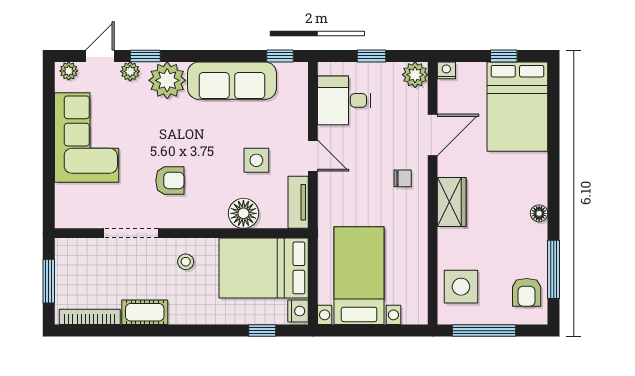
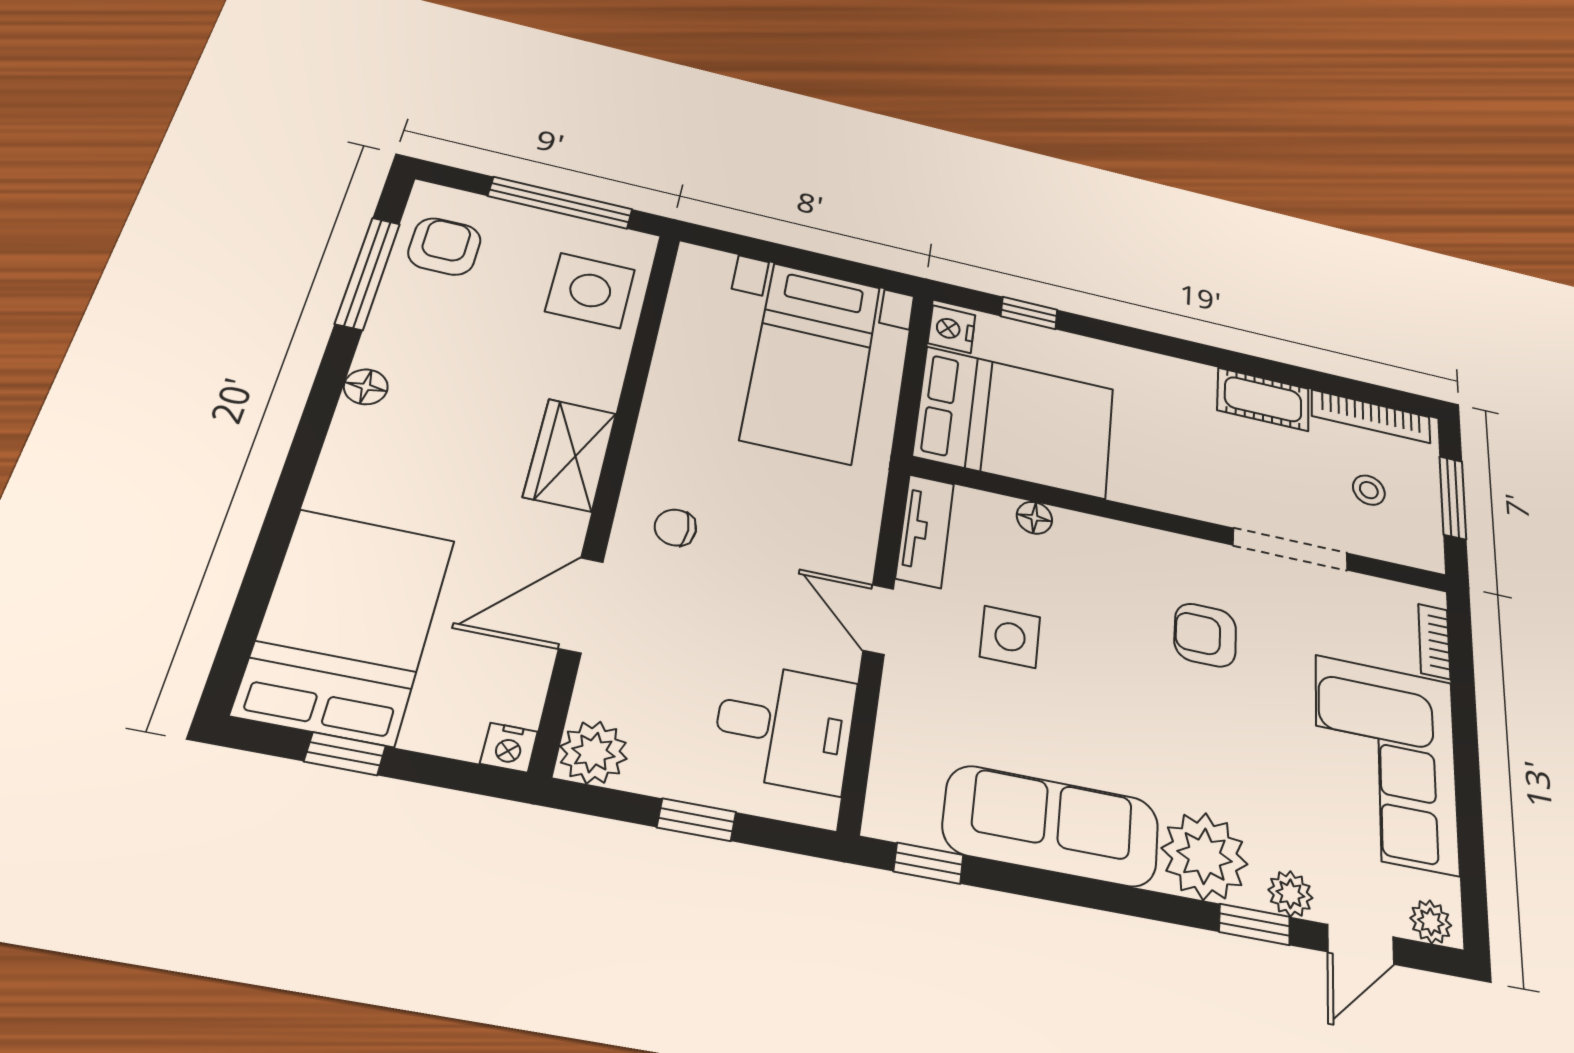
bookcase: (62, 202) -> (1434, 641), added
floor lamp: (243, 213) -> (1034, 518), width x0.53, depth x0.53
stool: (186, 262) -> (1369, 490), moved

